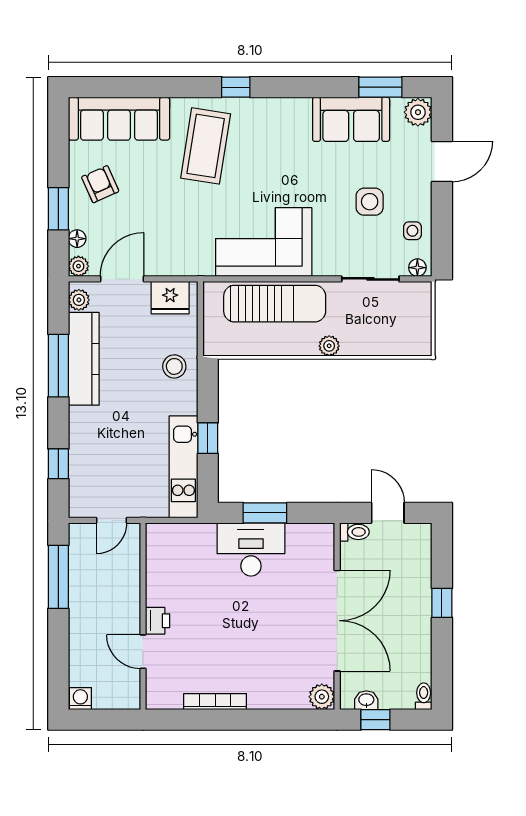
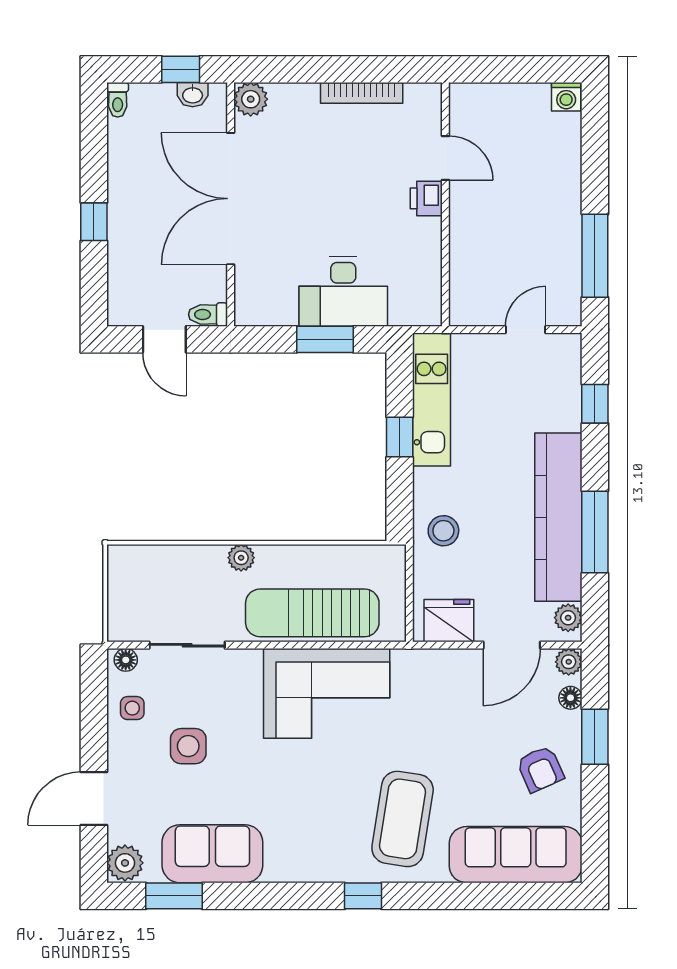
kitchen counter: (84, 359) -> (558, 517), width x1.39, depth x1.17
wall: (143, 616) -> (445, 204), moved
printer: (158, 621) -> (426, 198), moved
door: (143, 652) -> (445, 158), moved
bookcase: (215, 702) -> (362, 93), moved

